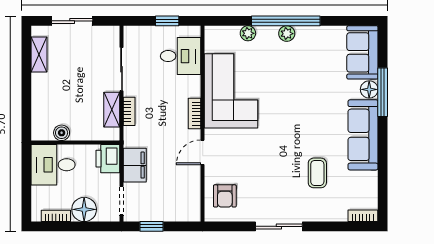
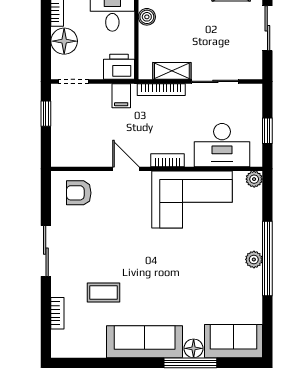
plant: (248, 33) -> (254, 179), moved
desk: (181, 56) -> (222, 145), width x1.37
bookcase: (129, 111) -> (161, 90), width x1.56
filing cabinet: (135, 165) -> (121, 96), width x0.50
bookcase: (363, 216) -> (57, 313), moved

